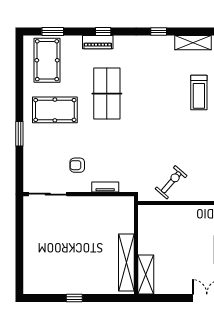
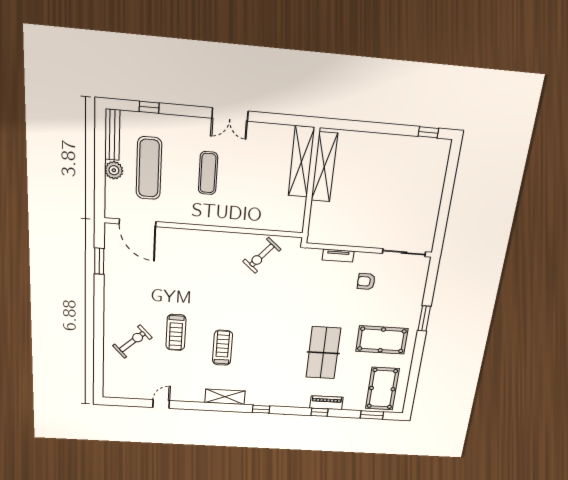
armchair: (77, 165) -> (366, 281), turned 180
shelving: (146, 275) -> (301, 162), width x1.47
window: (74, 298) -> (428, 132), moved

